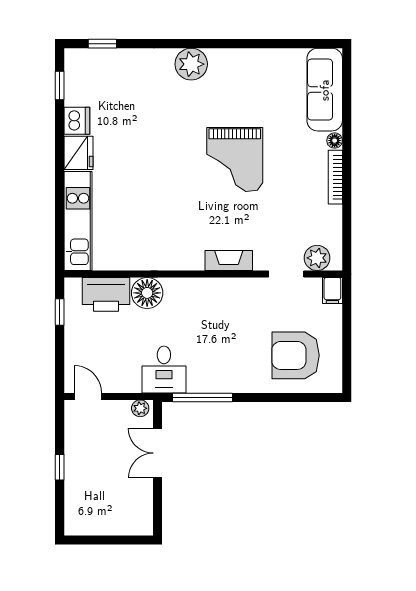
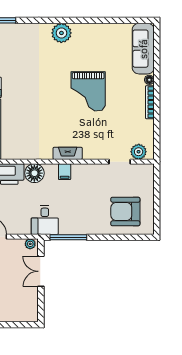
fireplace: (229, 261) -> (68, 153), moved
filing cabinet: (332, 290) -> (65, 172), moved

